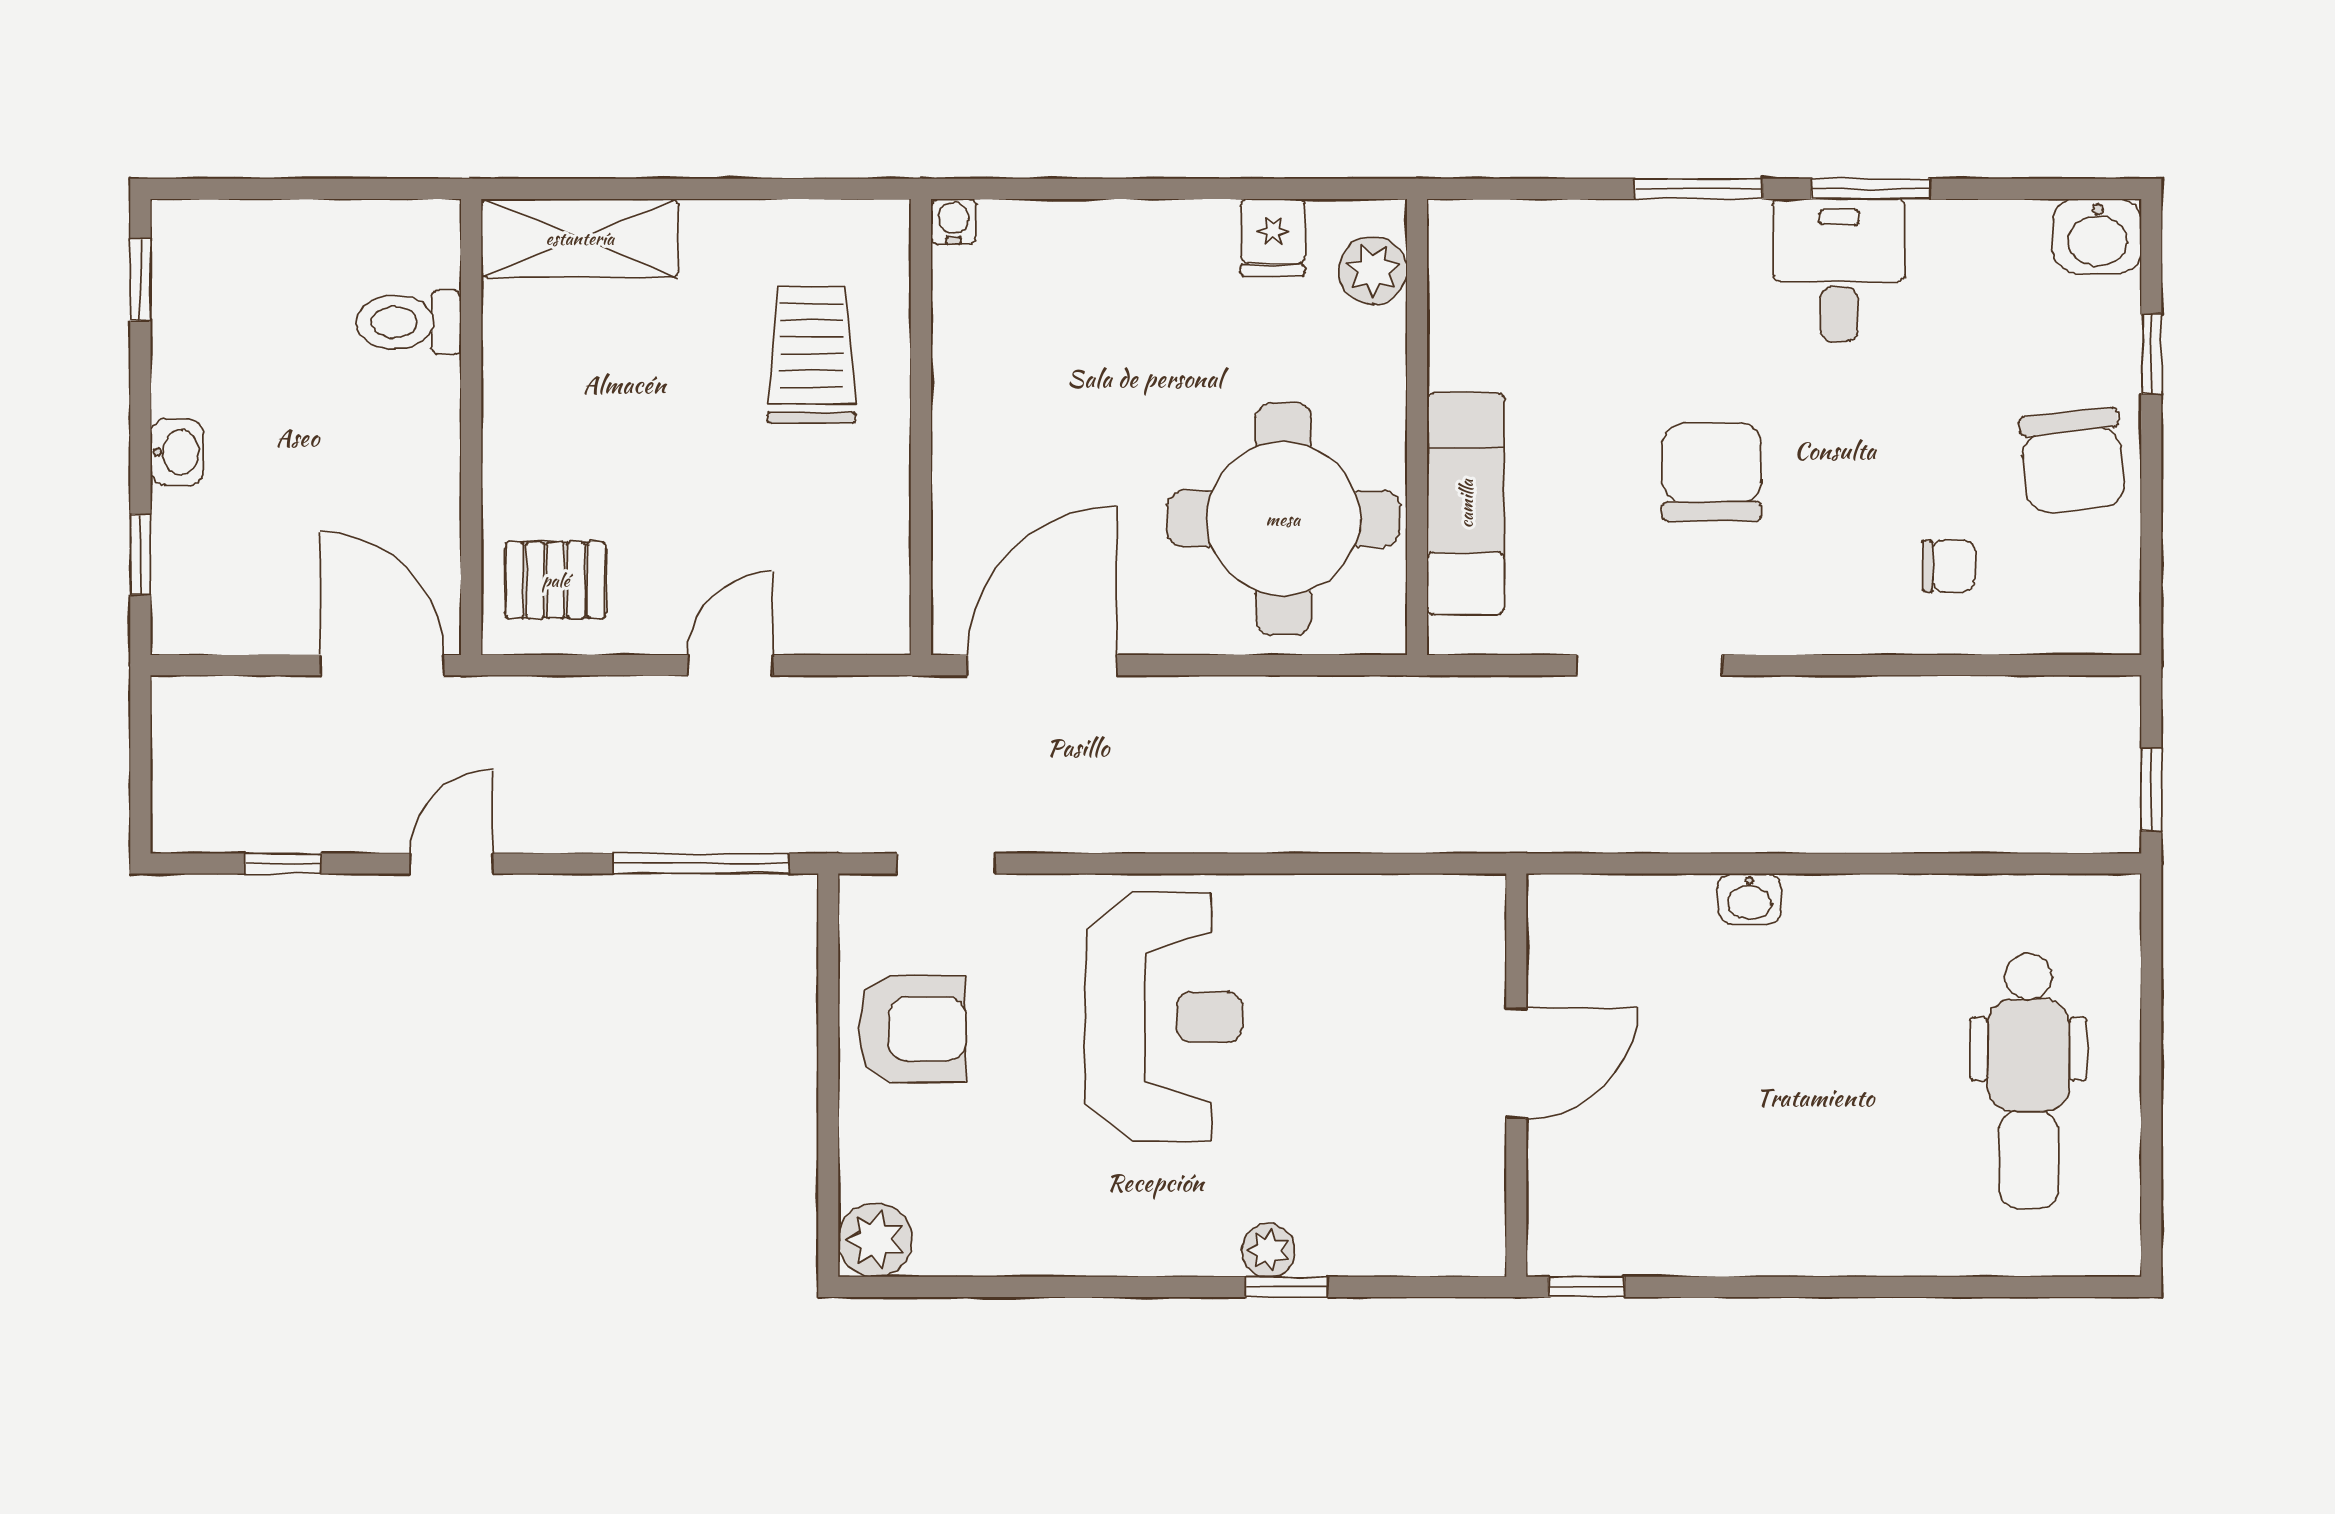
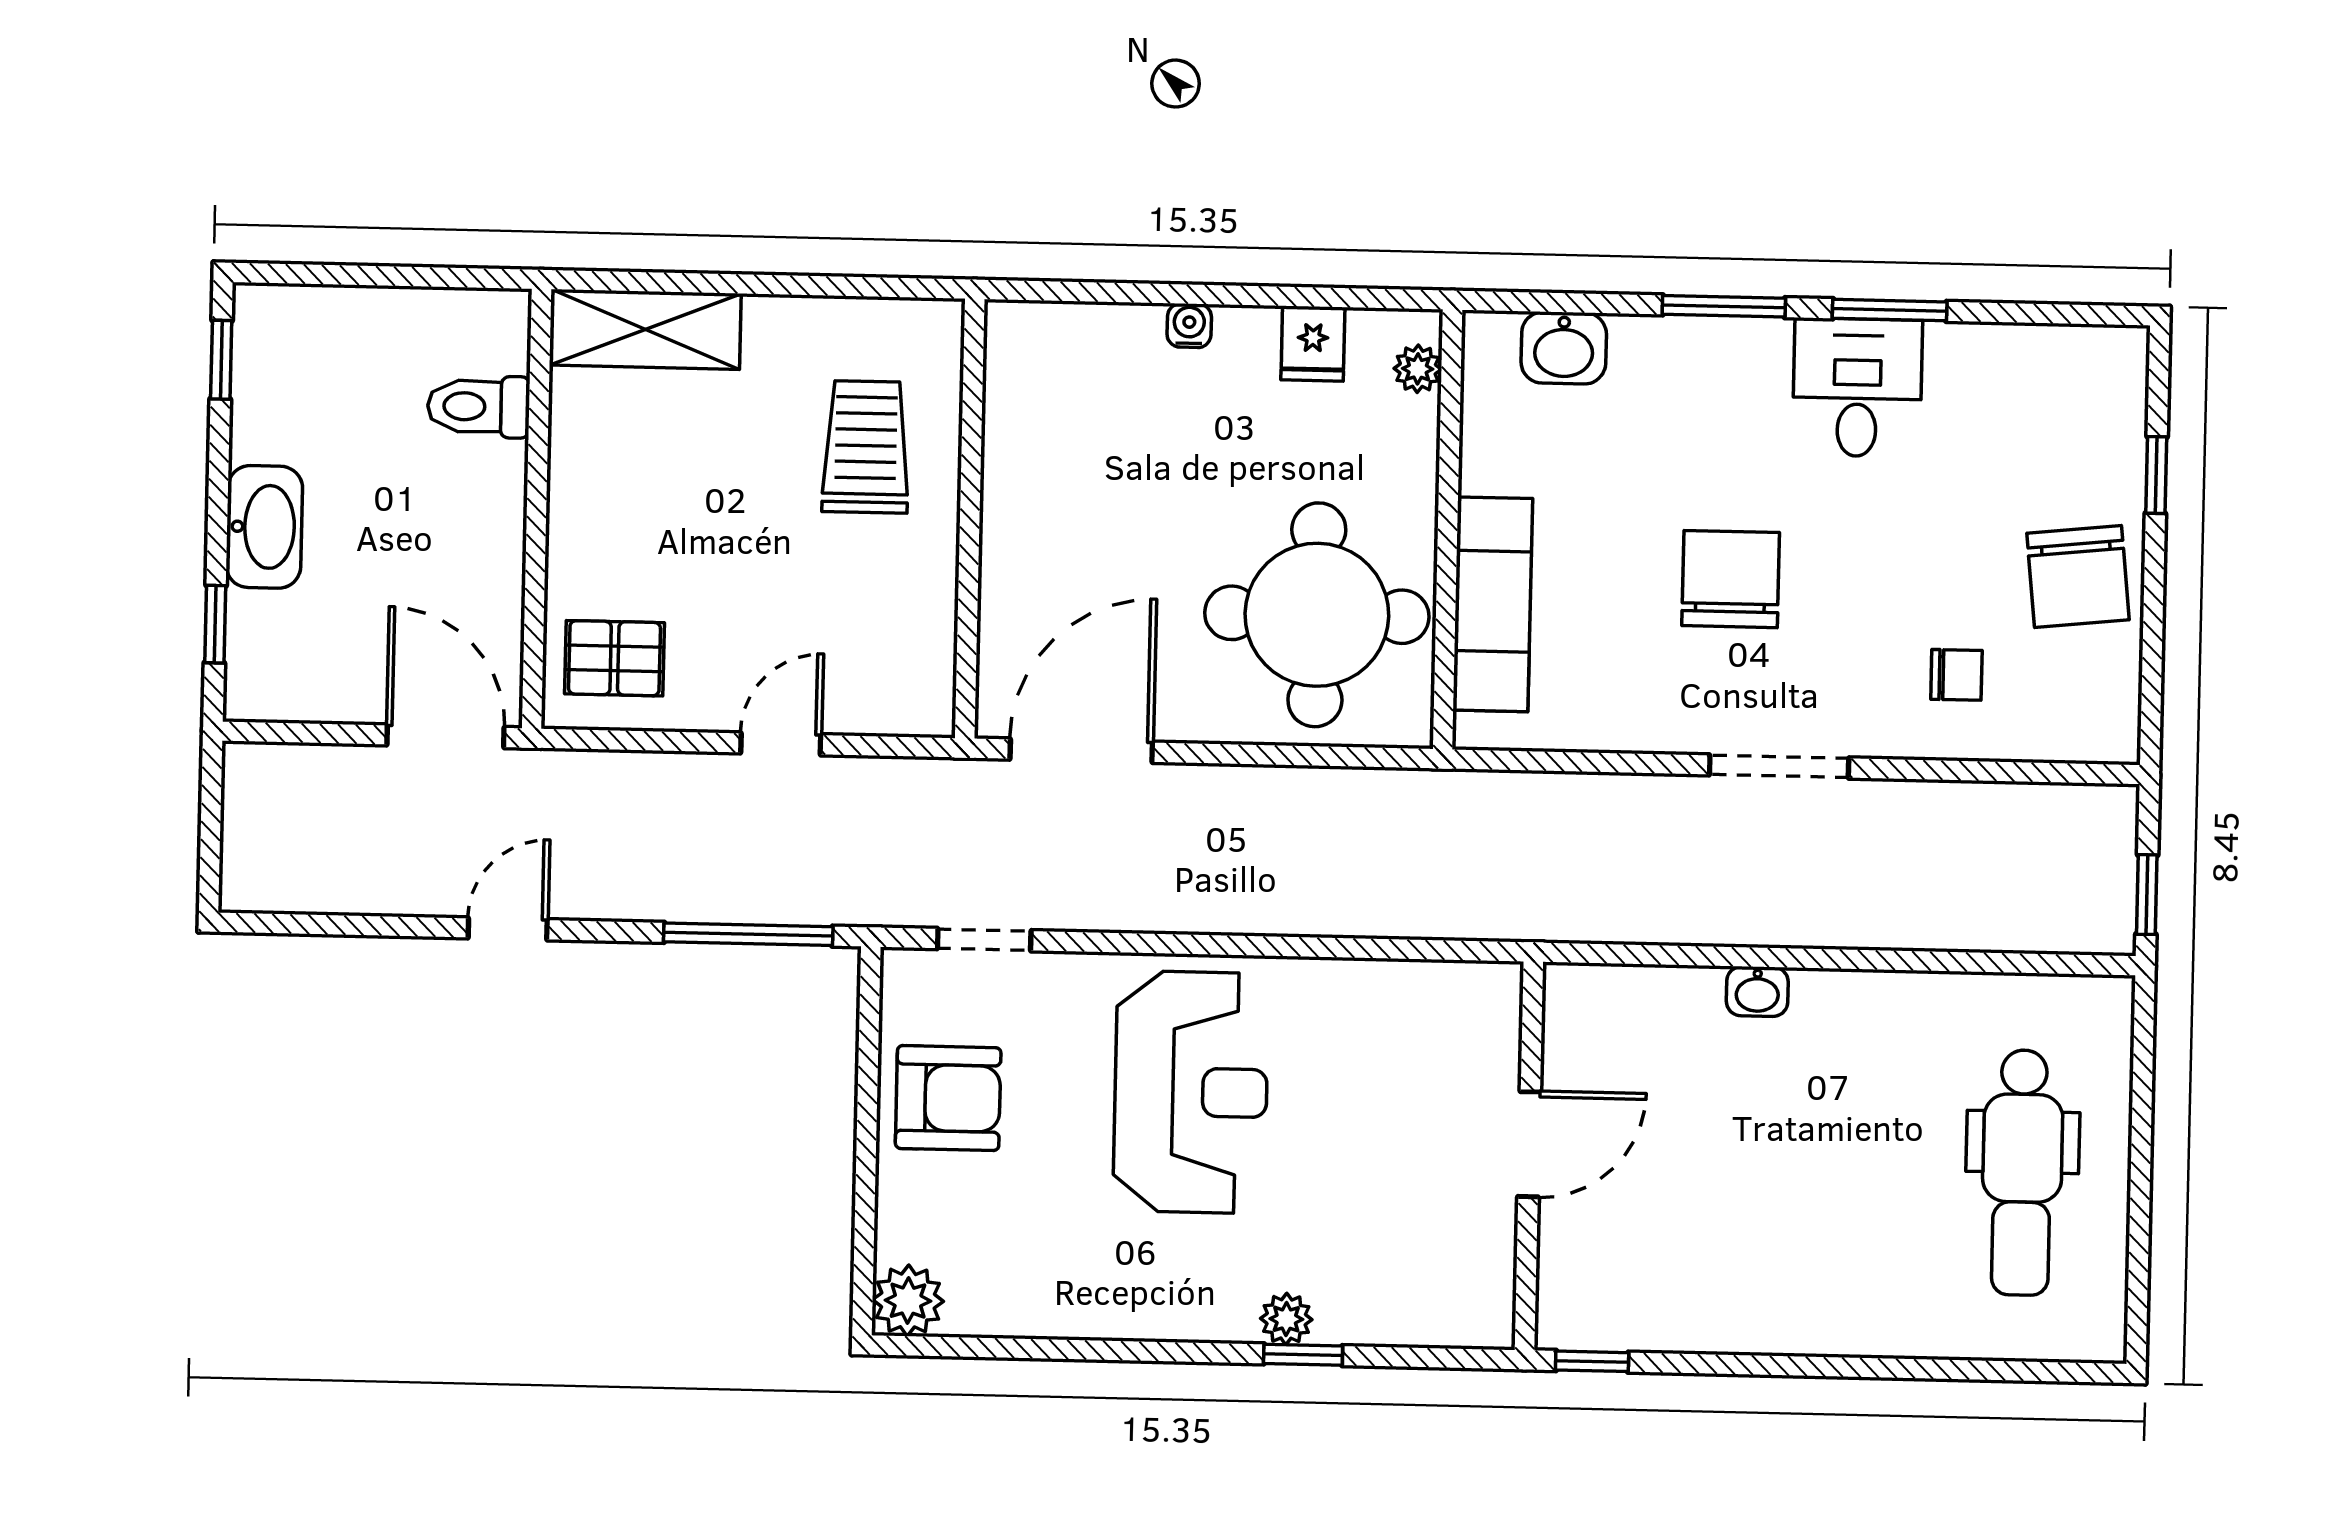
water cooler: (954, 221) -> (1189, 326), moved
washbasin: (2097, 236) -> (1564, 348), moved
plant: (1373, 270) -> (1418, 369), width x0.73, depth x0.73
washbasin: (177, 452) -> (264, 527), width x1.91, depth x1.45
doorway: (1649, 665) -> (1779, 766), moved
window: (283, 864) -> (346, 925), removed

